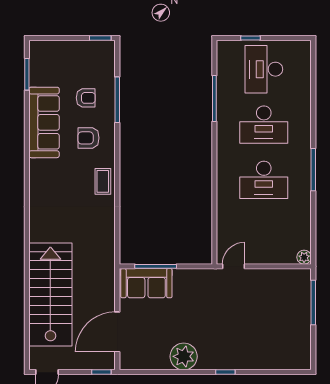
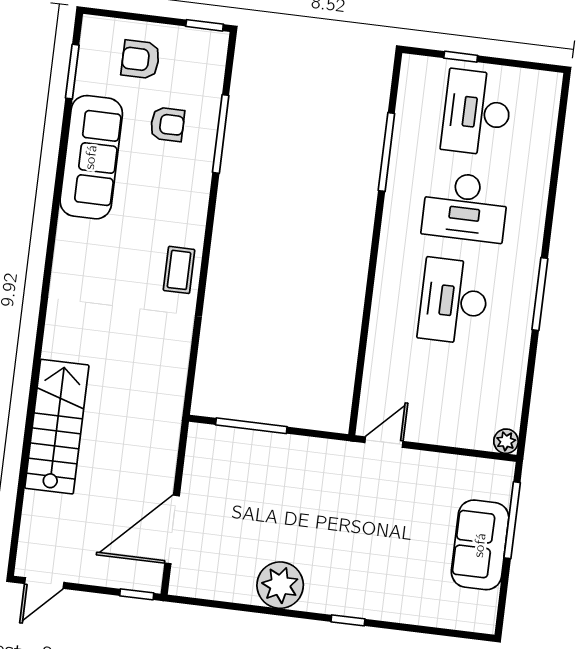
armchair: (88, 138) -> (141, 59), moved
desk: (264, 180) -> (454, 301), turned 90
sofa: (146, 283) -> (480, 545), moved, turned 90
stairs: (50, 294) -> (57, 427), width x0.73, depth x0.66

